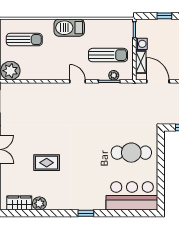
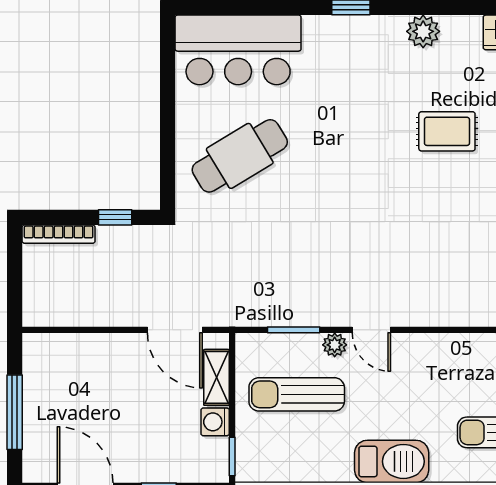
plant: (114, 75) -> (335, 345), moved
cafe table: (131, 153) -> (240, 156), turned -31
plant: (39, 203) -> (423, 31), moved

